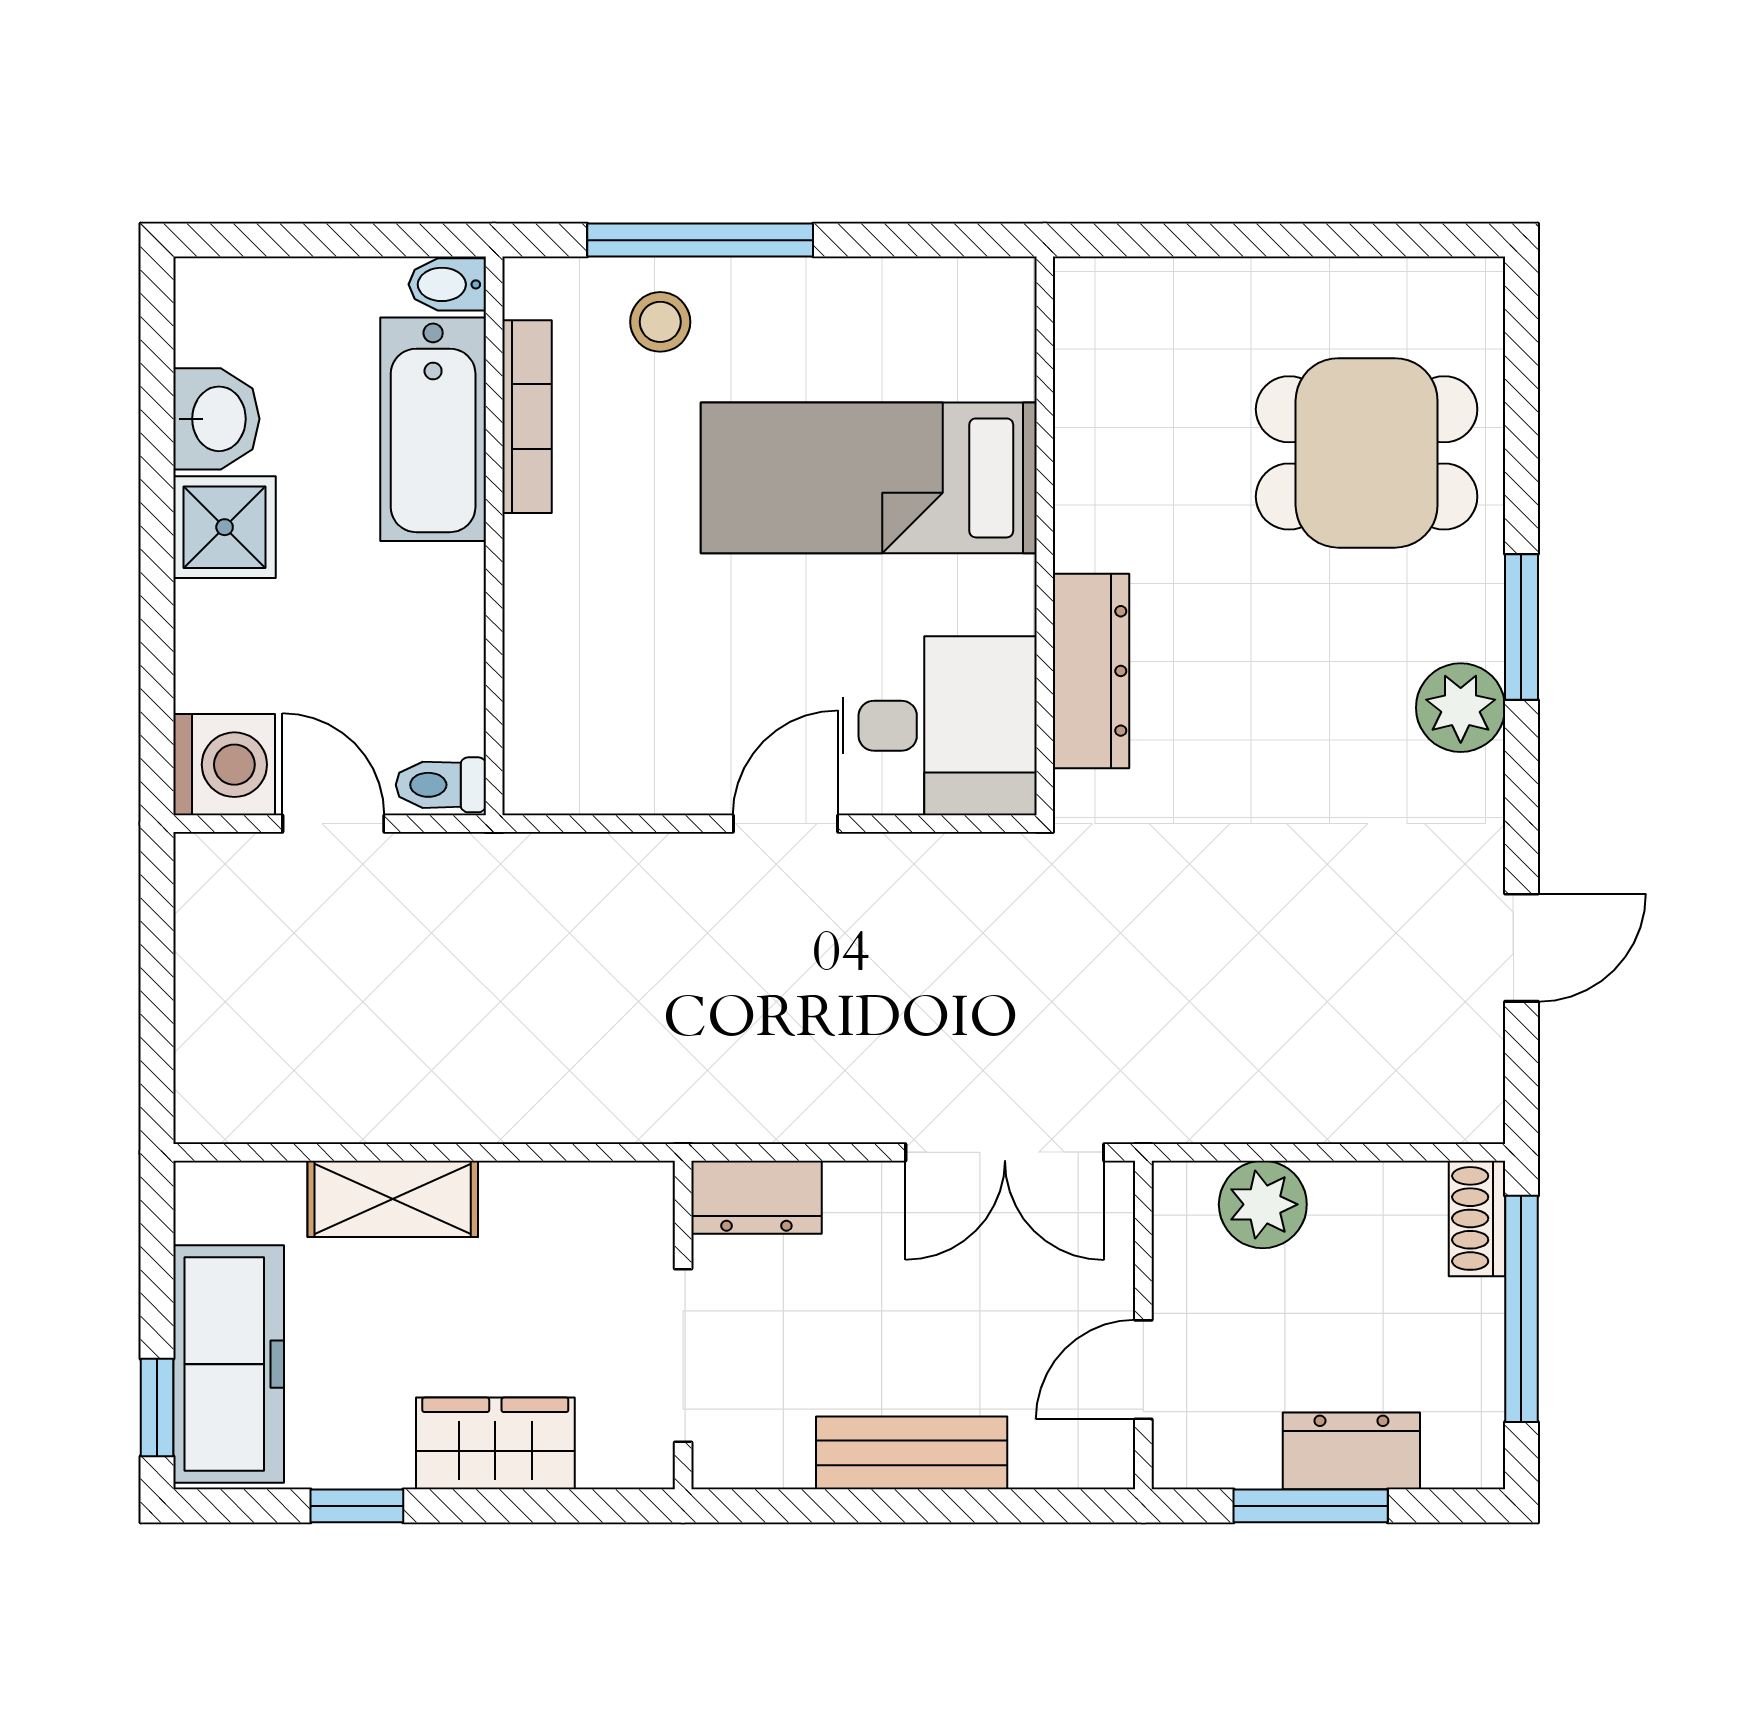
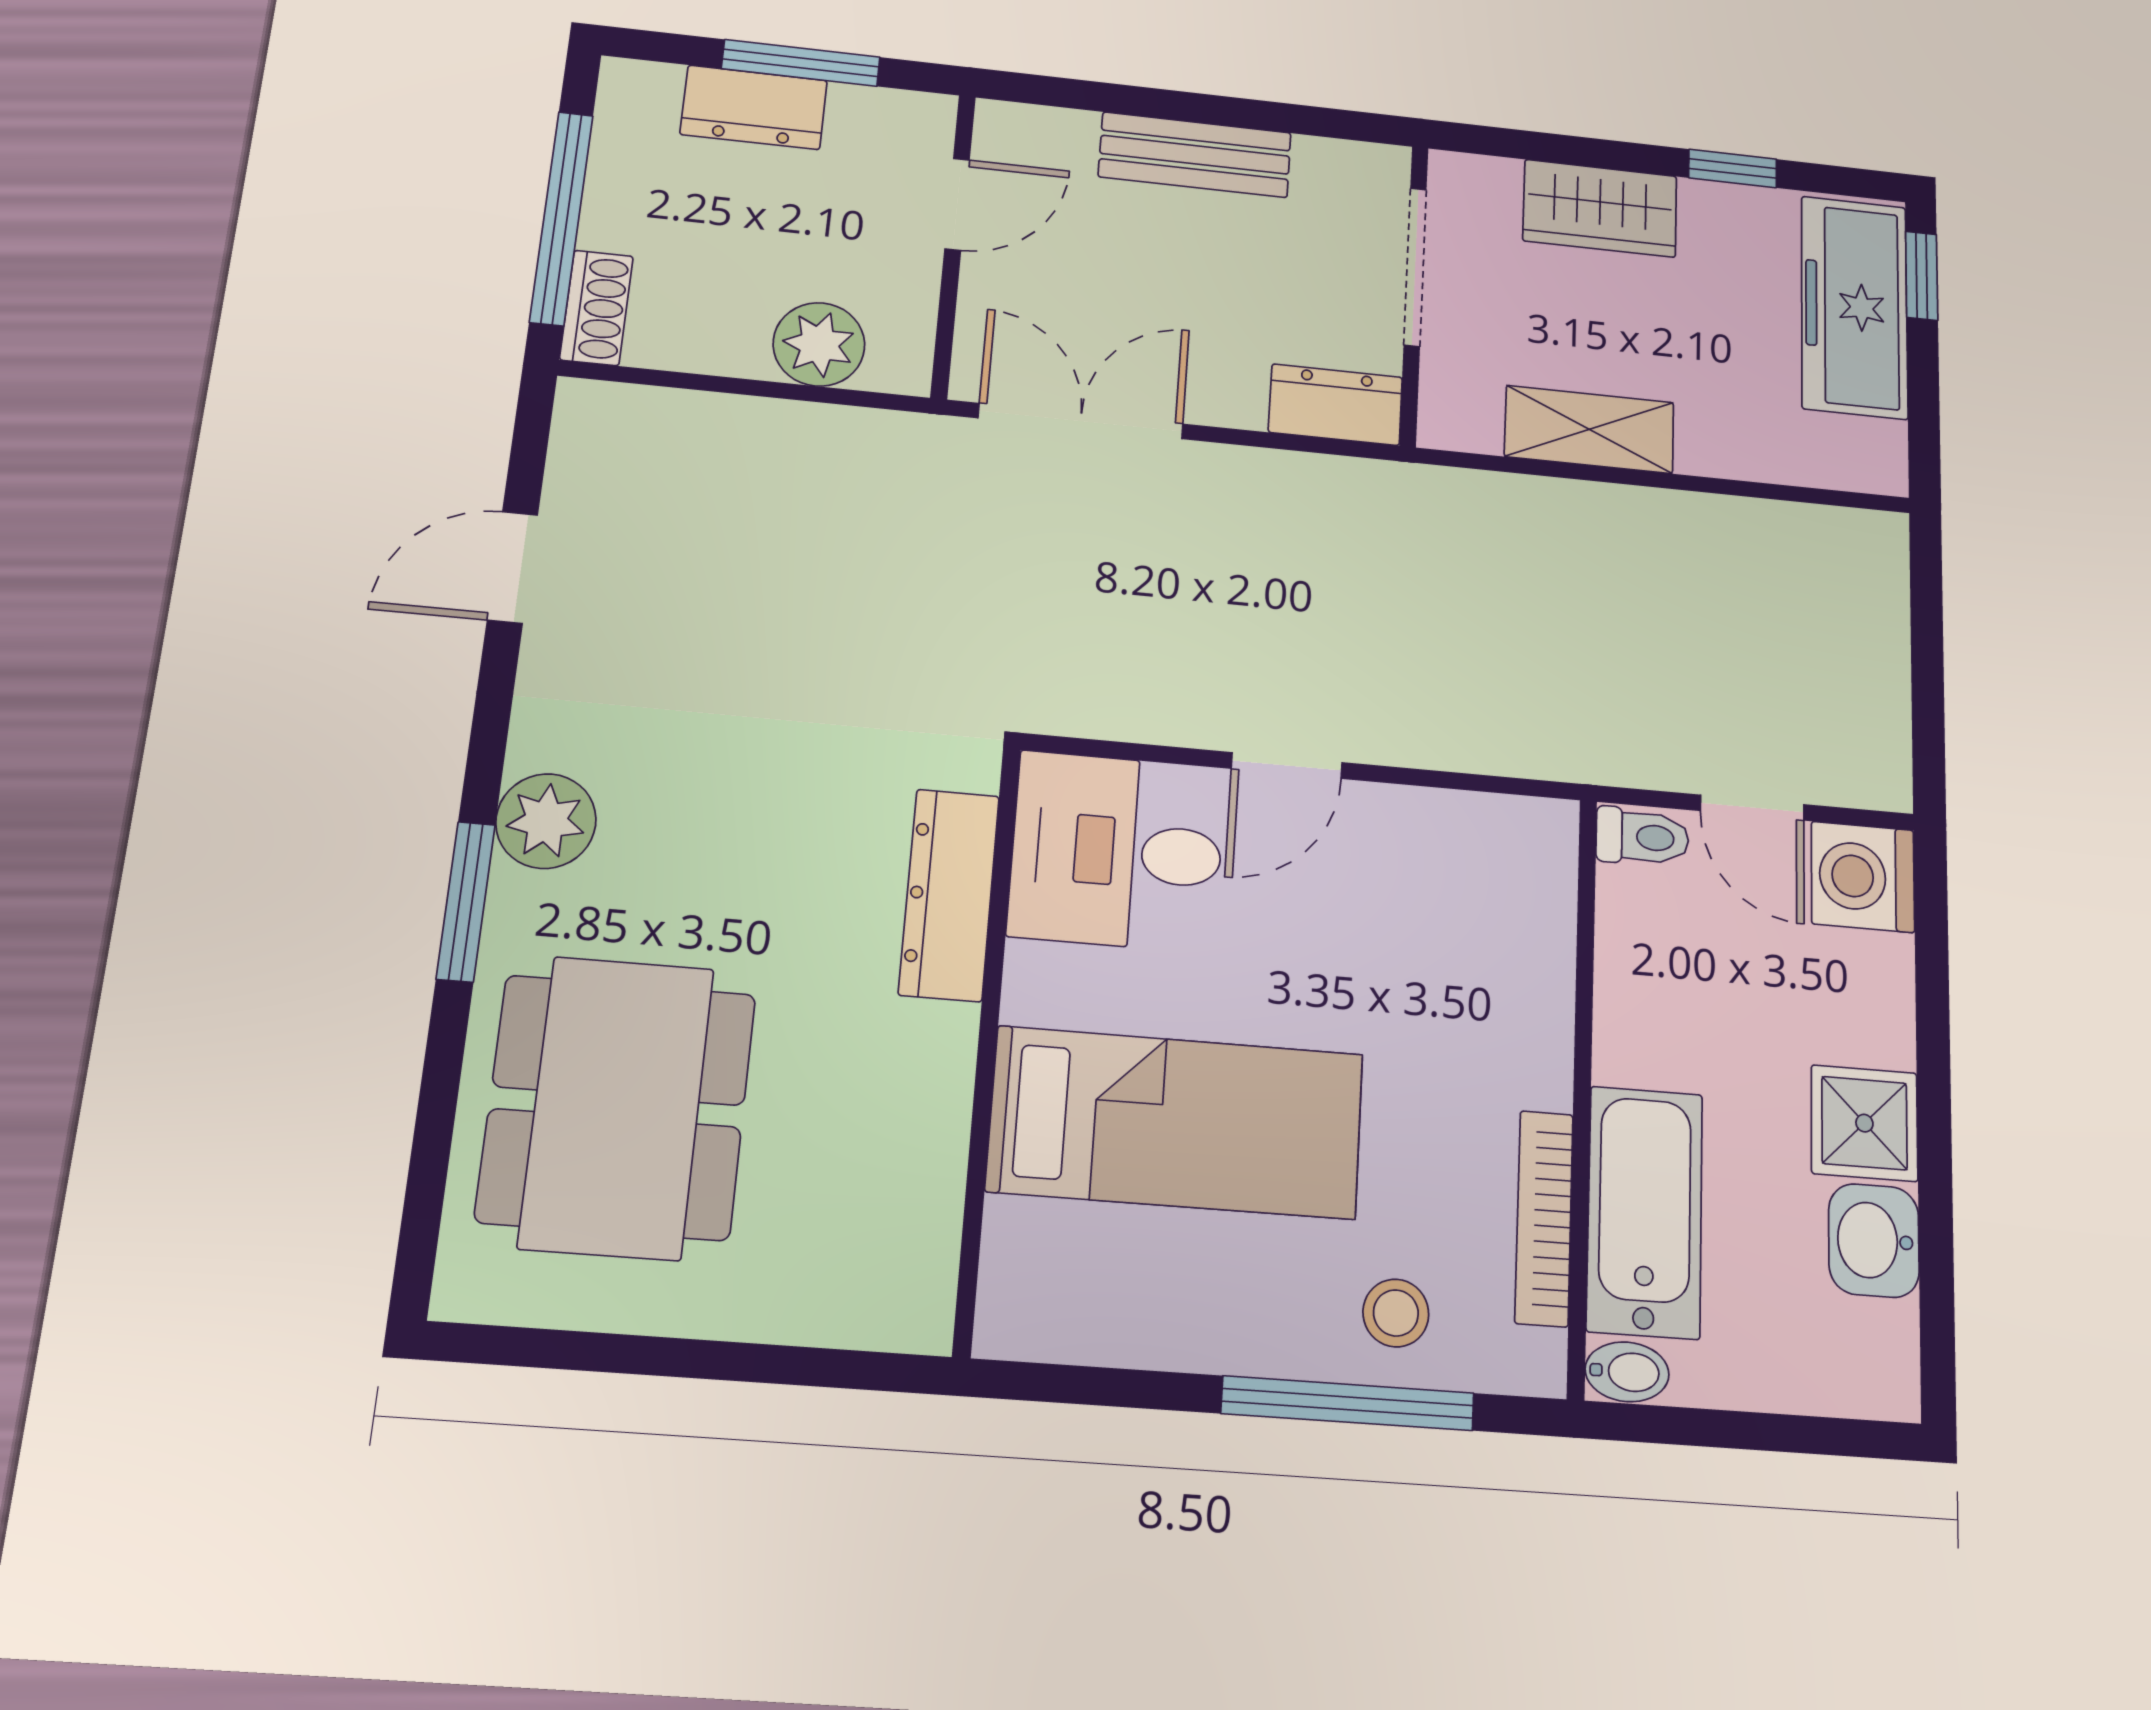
dining table: (1367, 453) -> (617, 1107), width x1.38
shelving: (393, 1199) -> (1589, 429), moved

